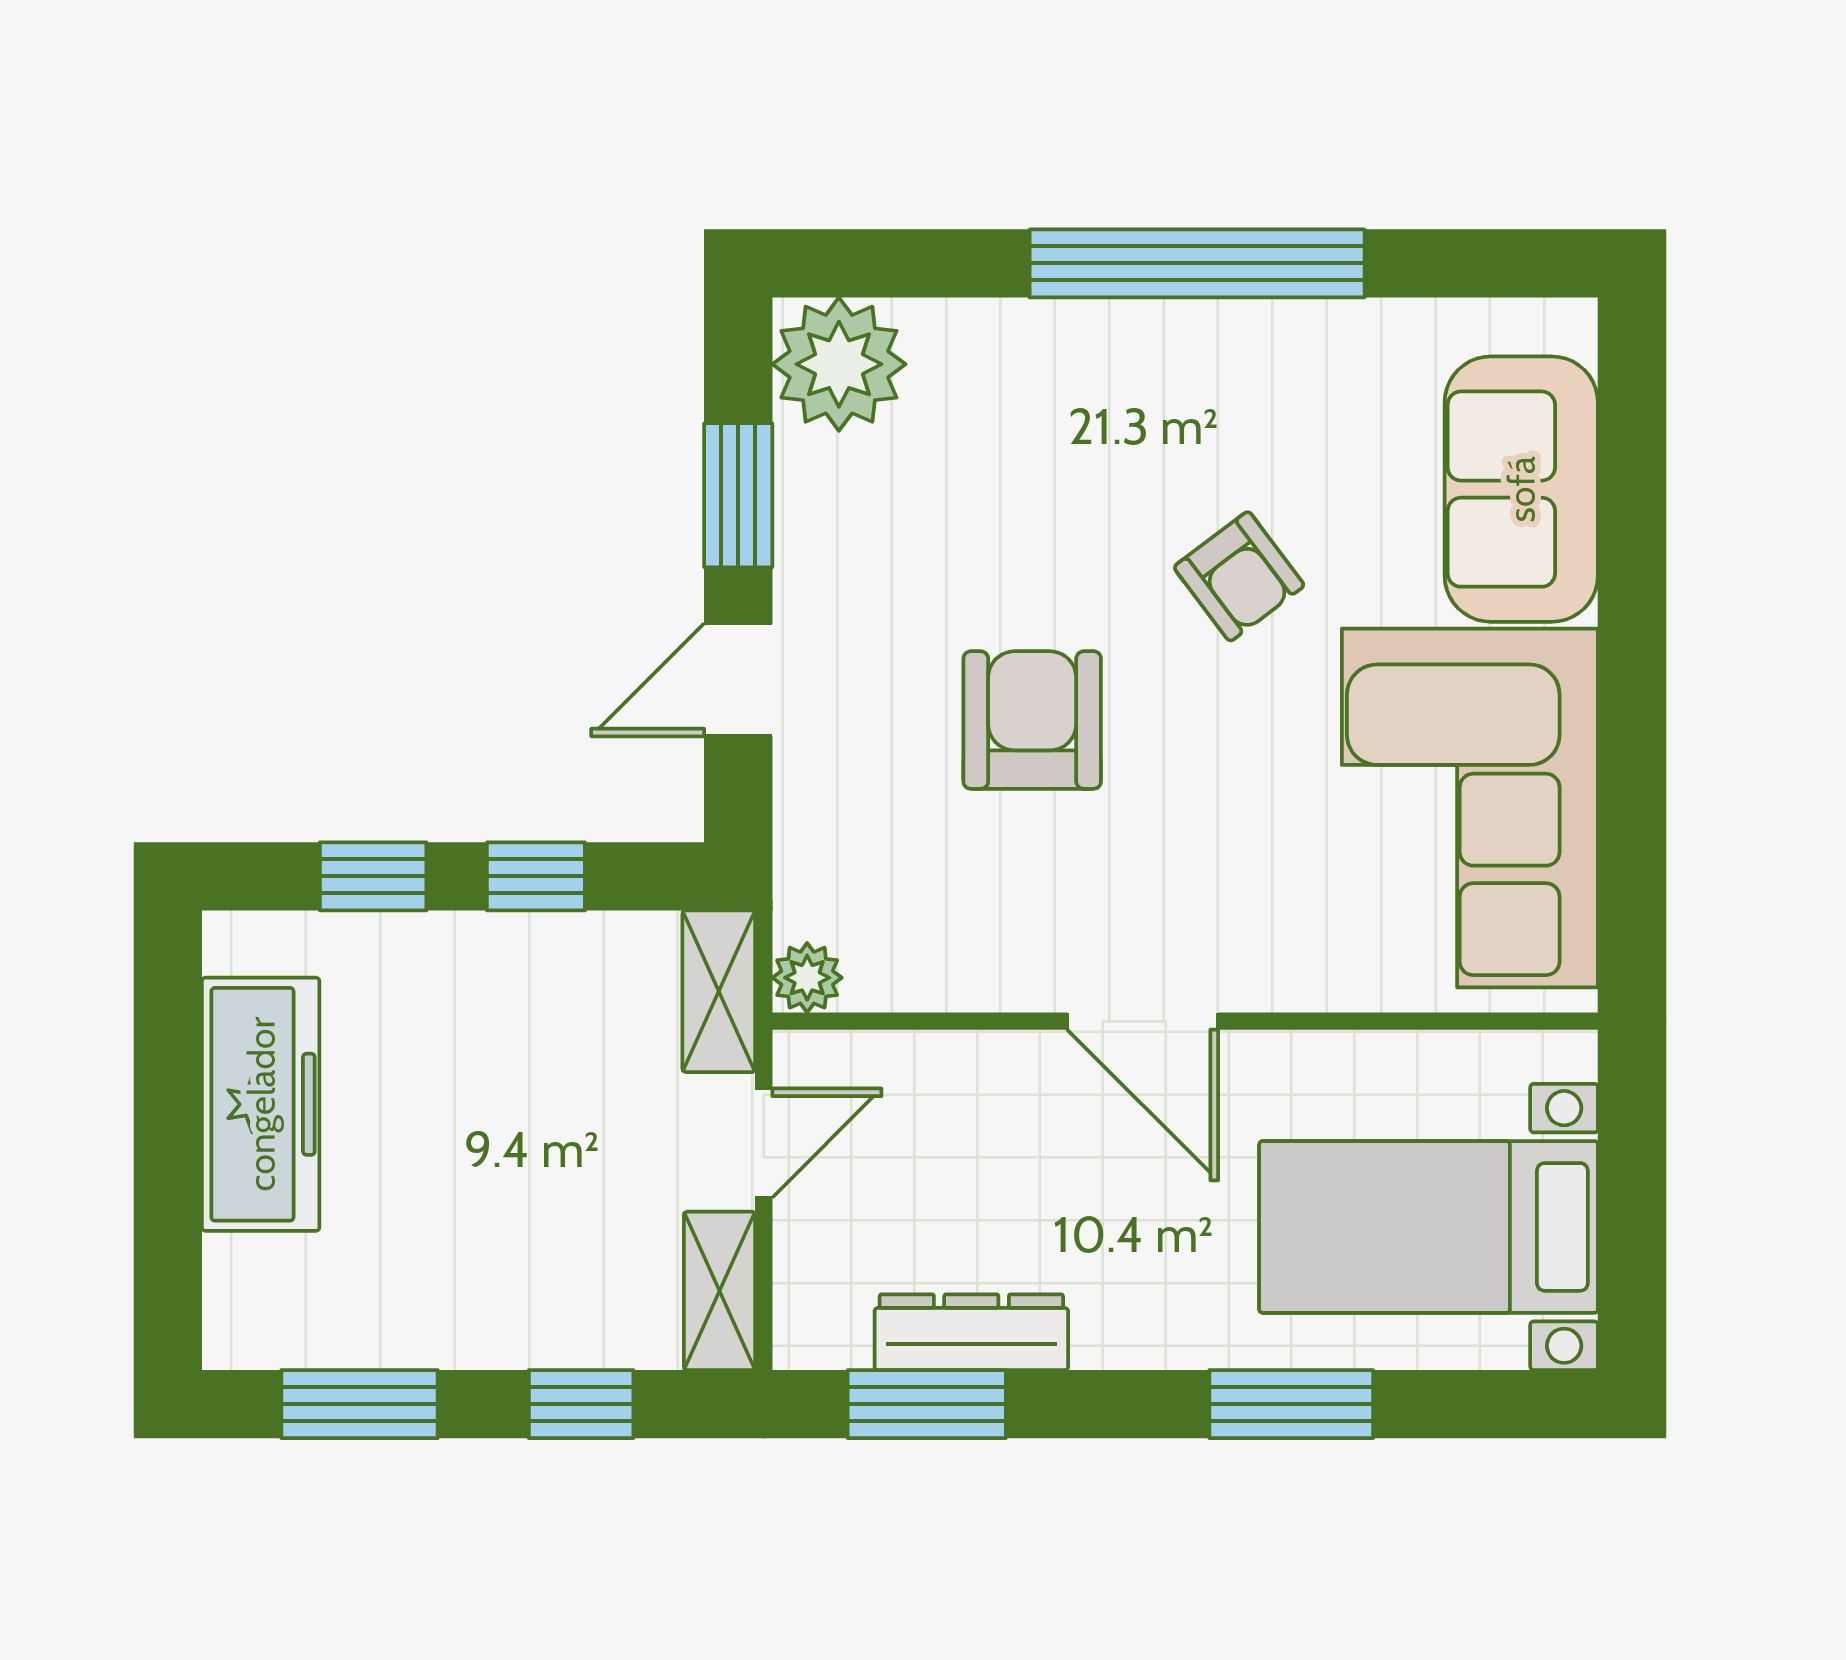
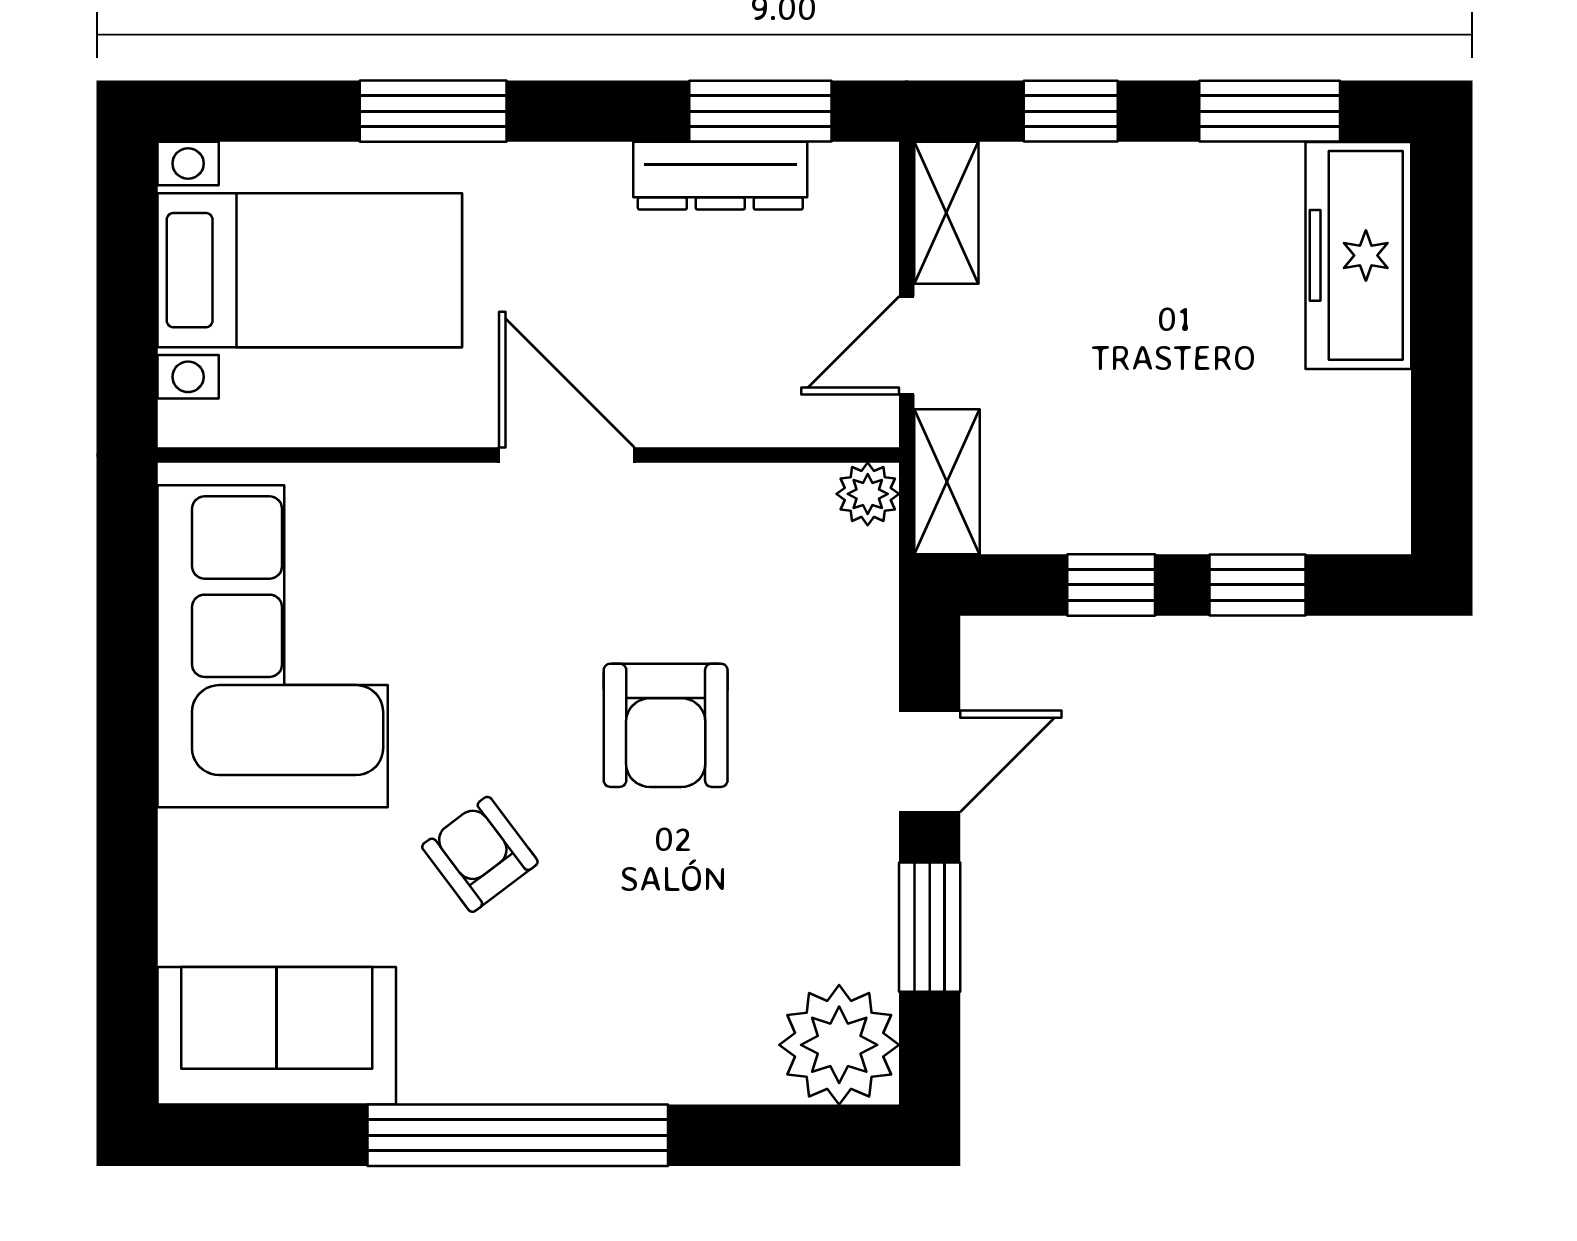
sofa: (1521, 489) -> (277, 1036), moved, turned -90
freezer: (261, 1104) -> (1358, 255), moved

